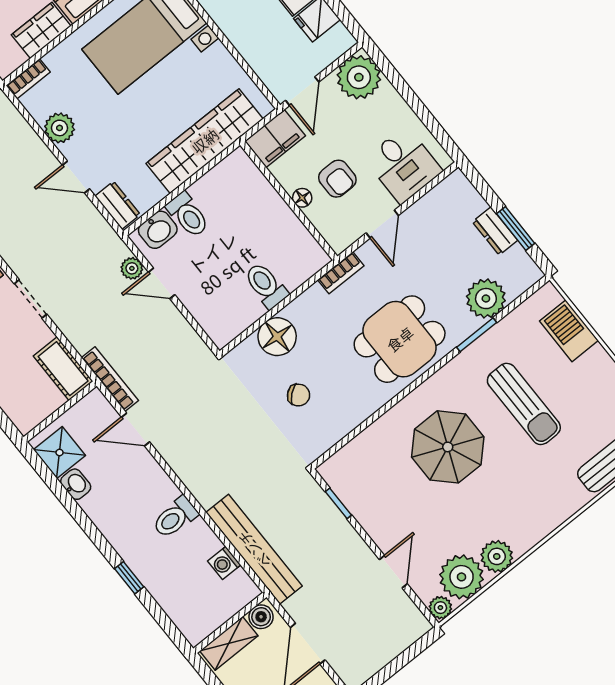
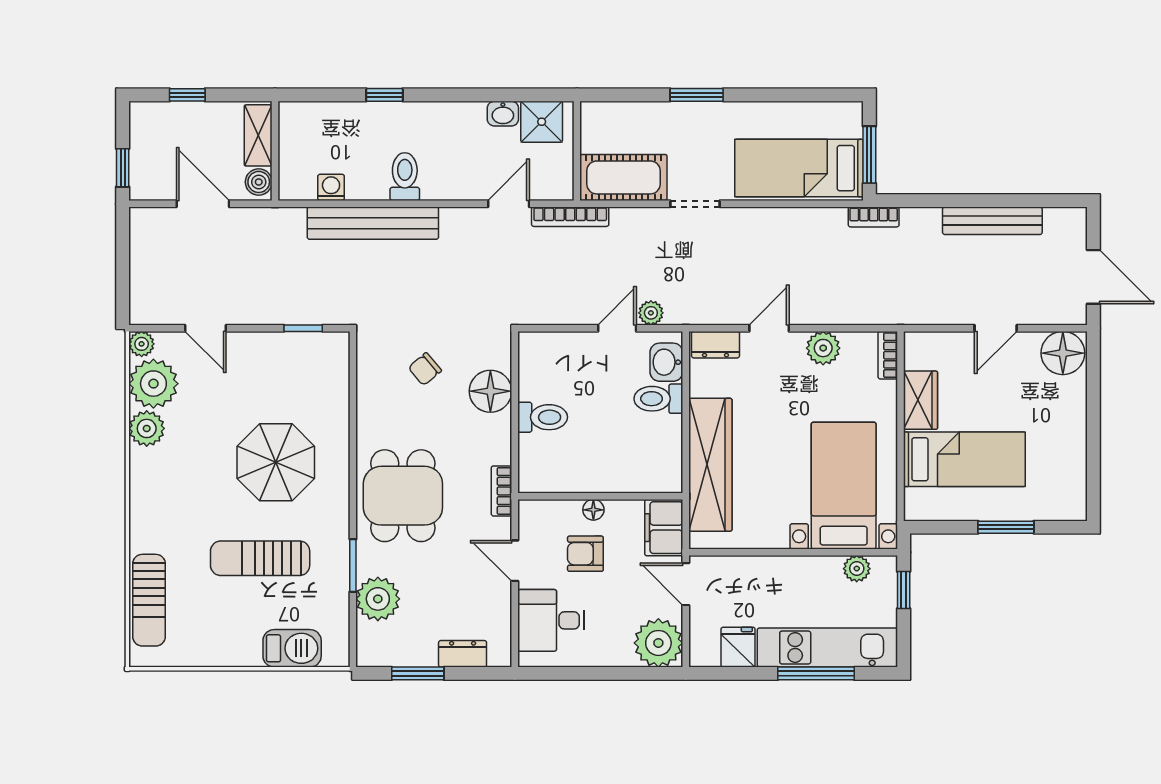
dresser: (495, 231) -> (463, 654), moved
cot: (63, 369) -> (623, 177), width x1.37, depth x1.34
bench: (254, 549) -> (373, 223), moved

